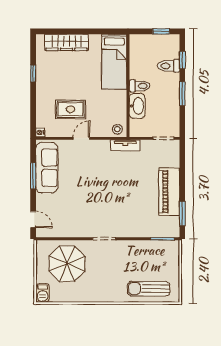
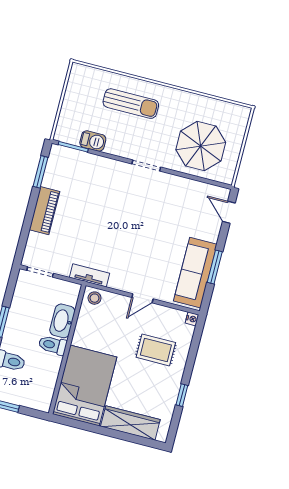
bed: (114, 62) -> (85, 386), width x1.50
rug: (71, 109) -> (156, 350), moved
piano: (169, 192) -> (45, 211), width x0.73, depth x0.75
sun lounger: (149, 289) -> (131, 104), moved
barbecue: (43, 293) -> (93, 141), moved, turned 90

